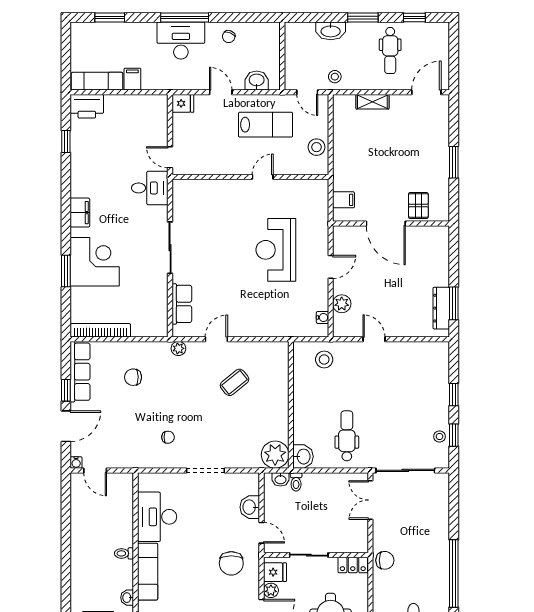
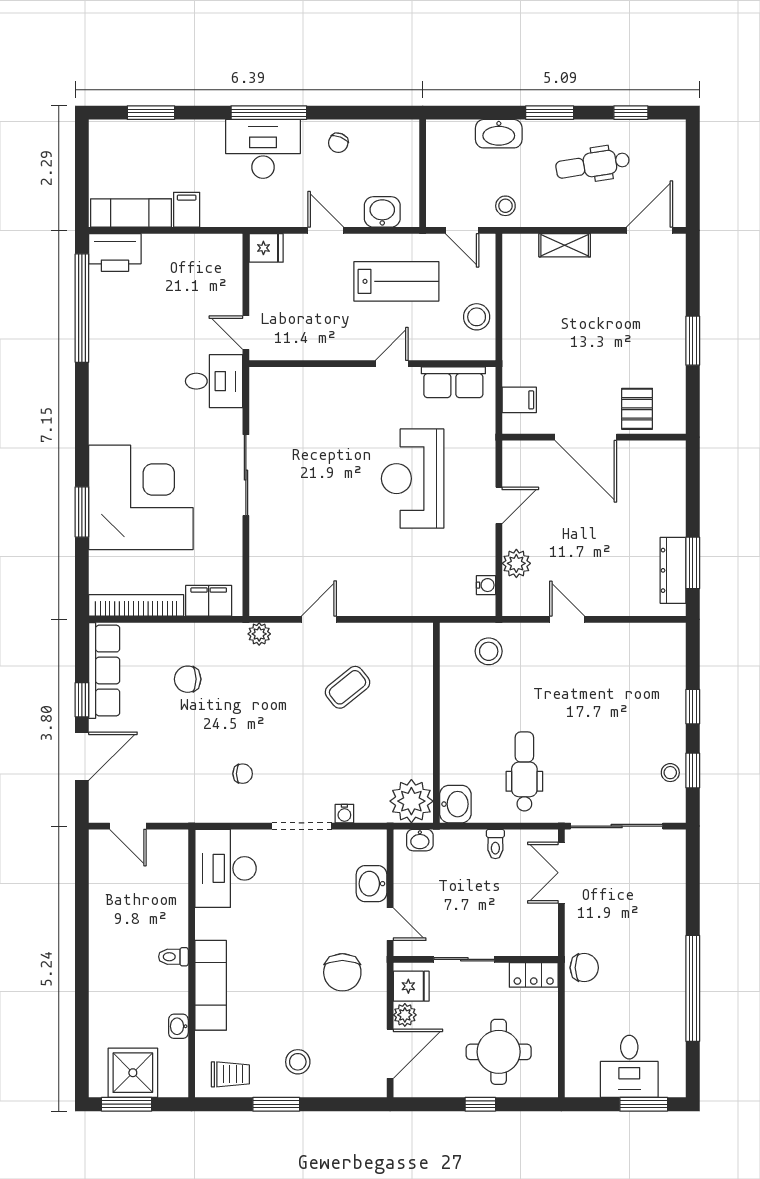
dental chair: (390, 51) -> (593, 165), turned 81
window: (66, 142) -> (82, 308), width x3.17
filing cabinet: (80, 213) -> (209, 601), moved, turned -90
corner desk: (95, 262) -> (141, 497), width x1.36, depth x1.36
row of seats: (182, 304) -> (453, 382), moved, turned 90
water cooler: (76, 463) -> (344, 814), moved
toilet: (296, 482) -> (495, 844), moved
desk: (157, 517) -> (226, 868), moved

